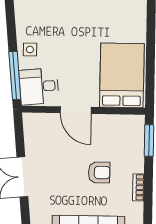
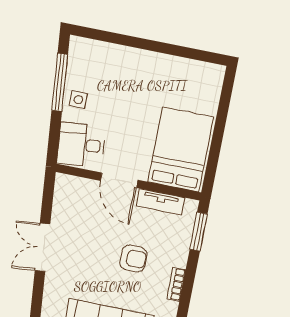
window: (15, 76) -> (60, 82), moved
tv unit: (113, 122) -> (160, 202), added

